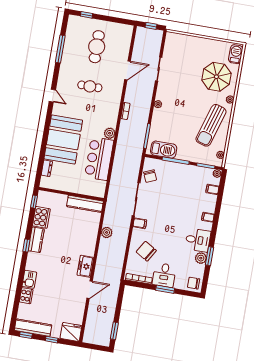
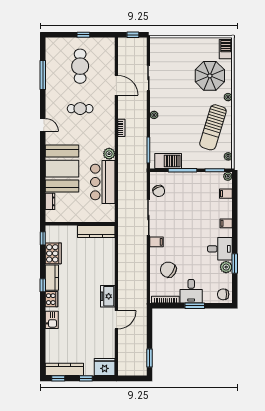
window: (86, 15) -> (83, 35), moved
door: (128, 70) -> (116, 85), hinge flipped
plant: (107, 232) -> (124, 257), removed
cooker: (26, 296) -> (51, 299), moved

